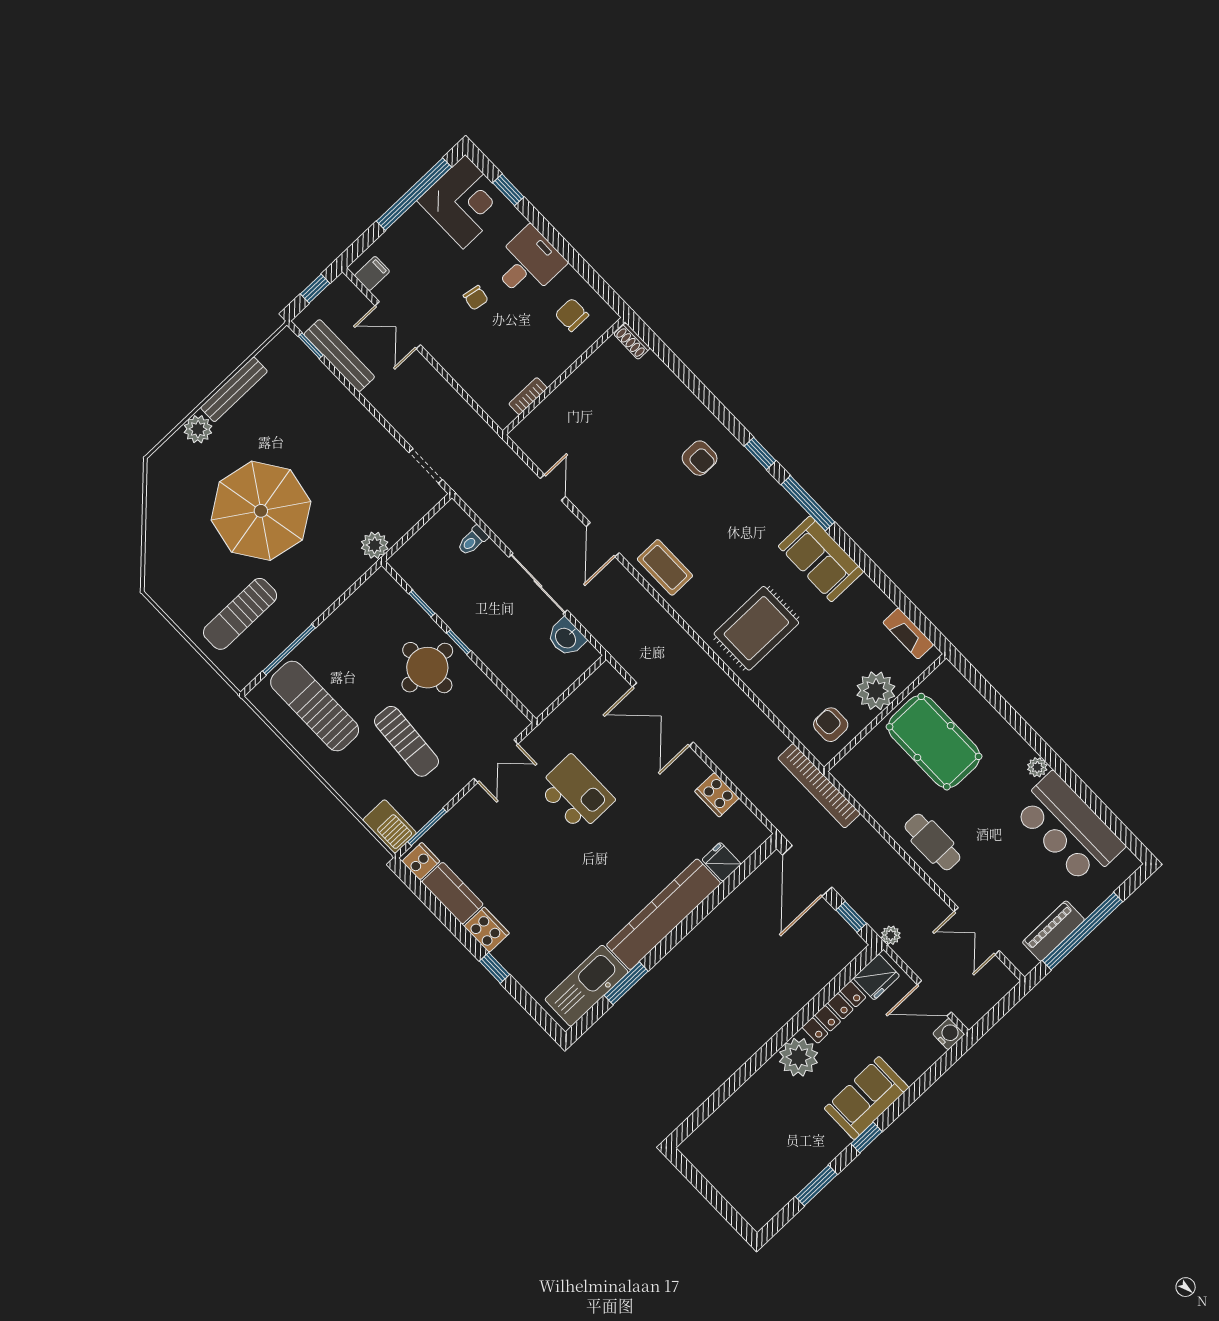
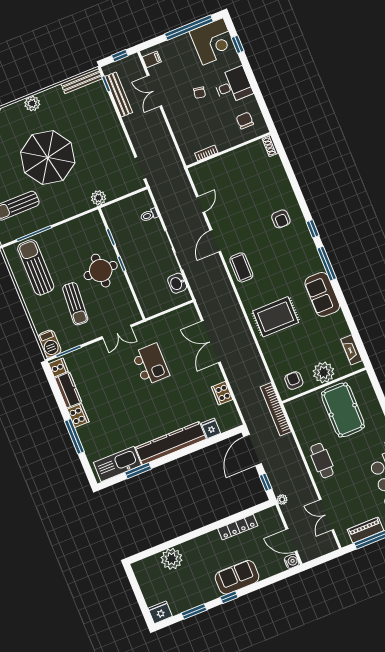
bench: (234, 389) -> (82, 81), moved
window: (495, 968) -> (74, 436), width x2.17
fridge: (876, 977) -> (160, 612), moved, turned 180
plant: (799, 1057) -> (172, 559), moved

